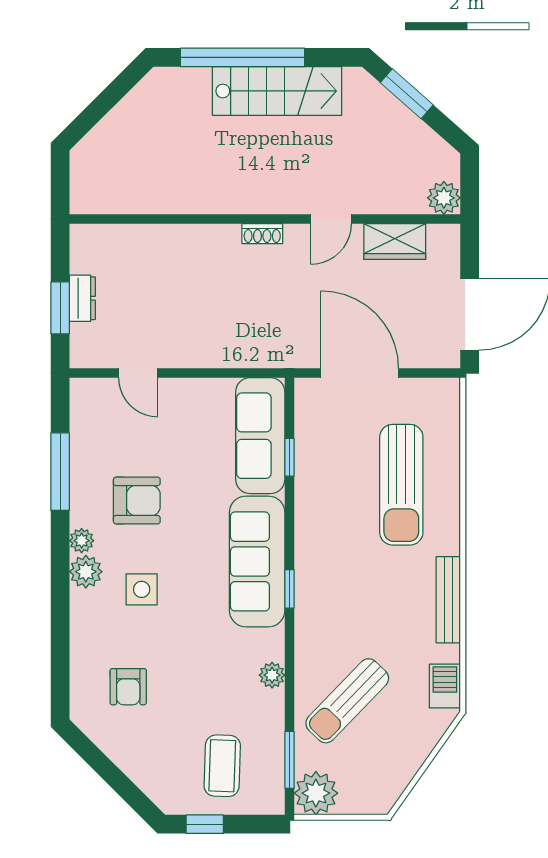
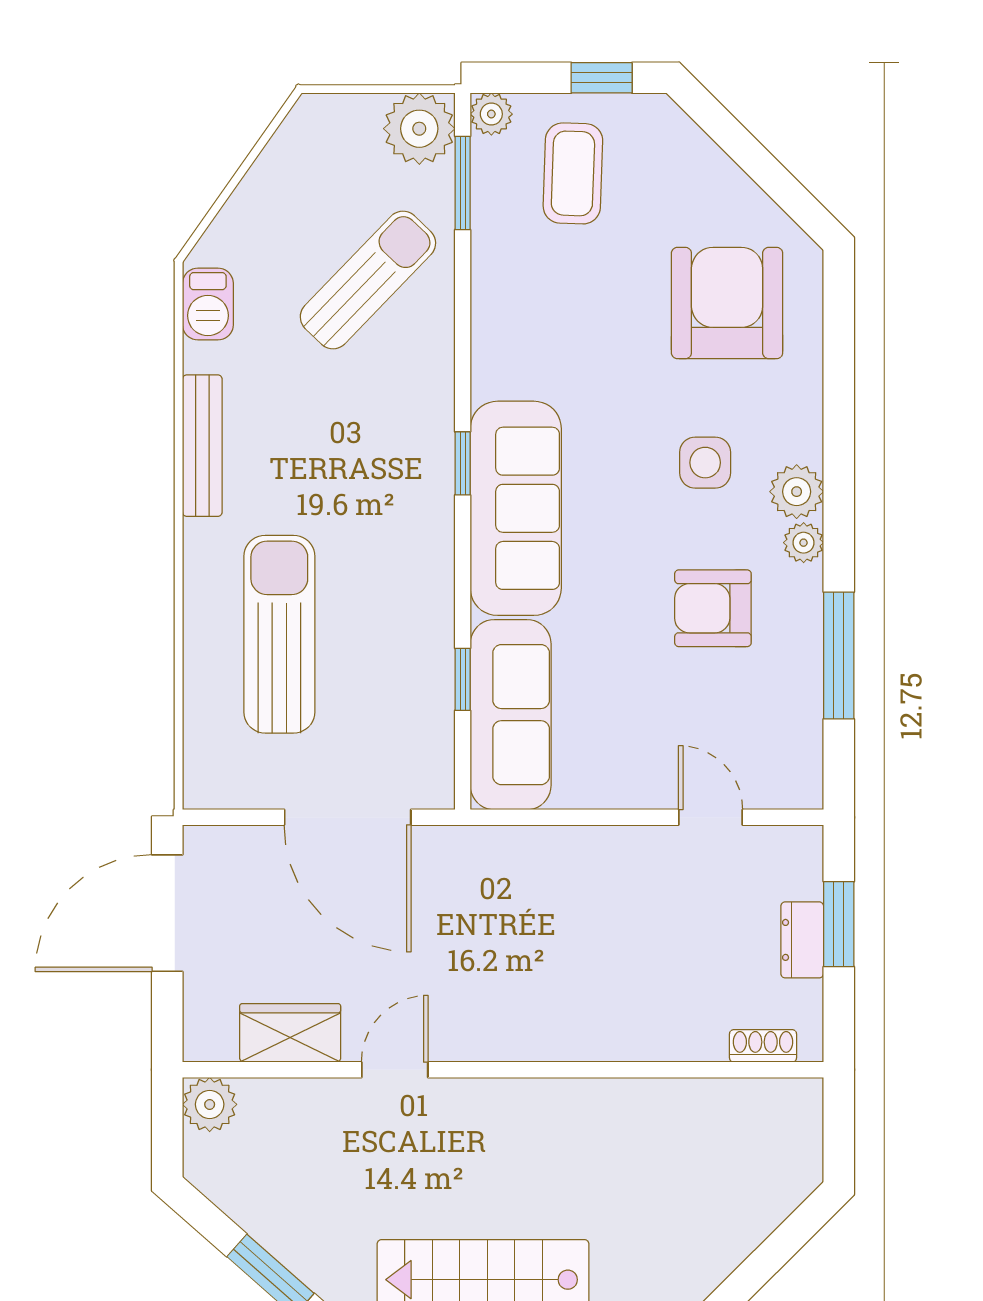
shoe rack: (262, 234) -> (763, 1046), moved
plant: (272, 675) -> (491, 114), moved
armchair: (128, 687) -> (727, 303), width x1.88, depth x1.88

